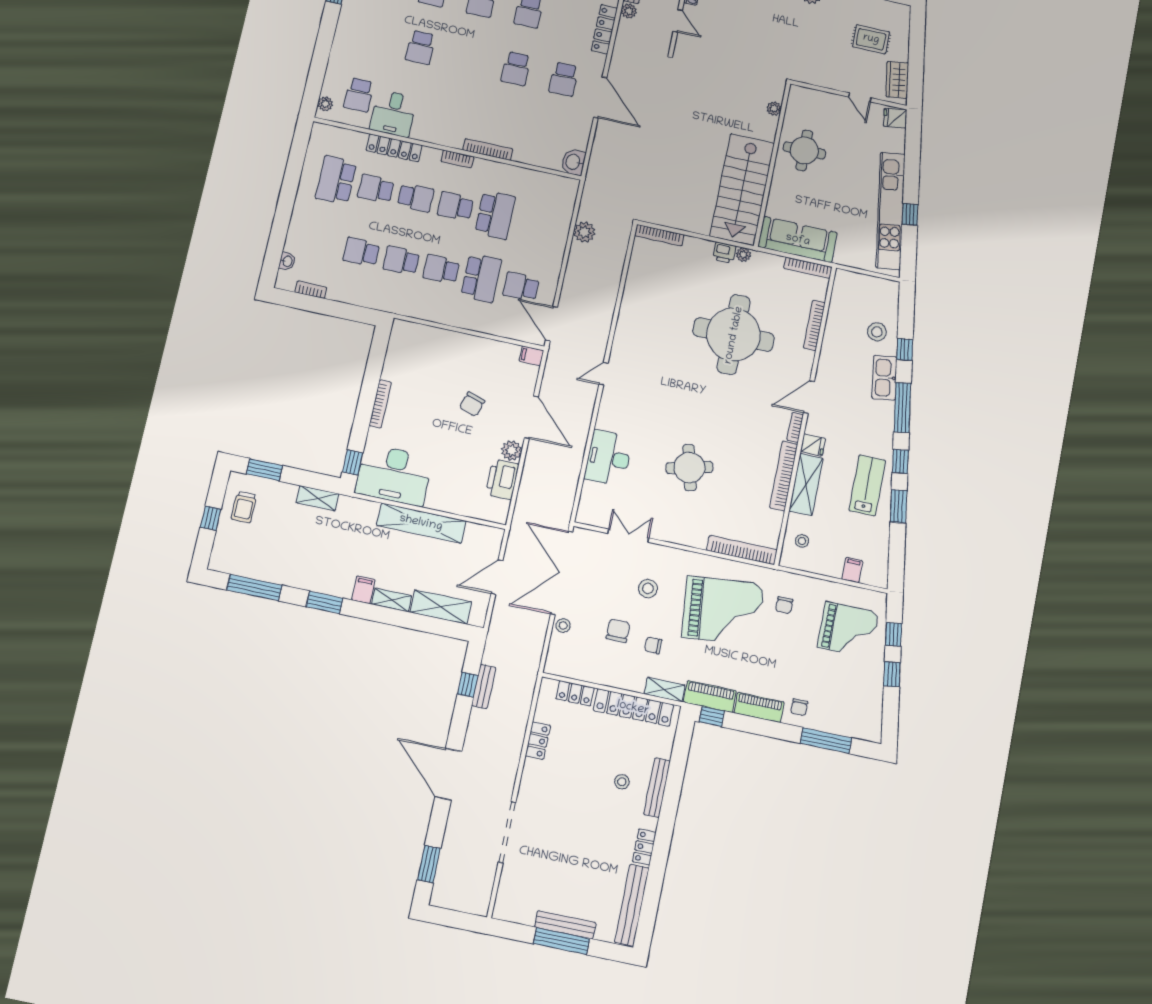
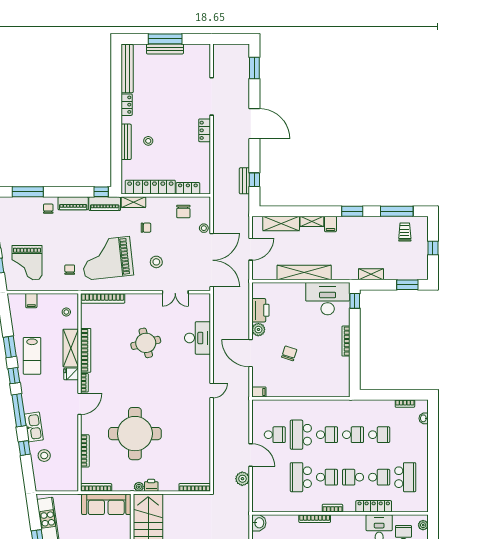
door: (551, 324) -> (251, 455), moved
trolley: (244, 507) -> (405, 232), moved
grand piano: (848, 630) -> (27, 263), turned -90
chair: (618, 631) -> (183, 211), moved
locker: (538, 741) -> (205, 130), moved

